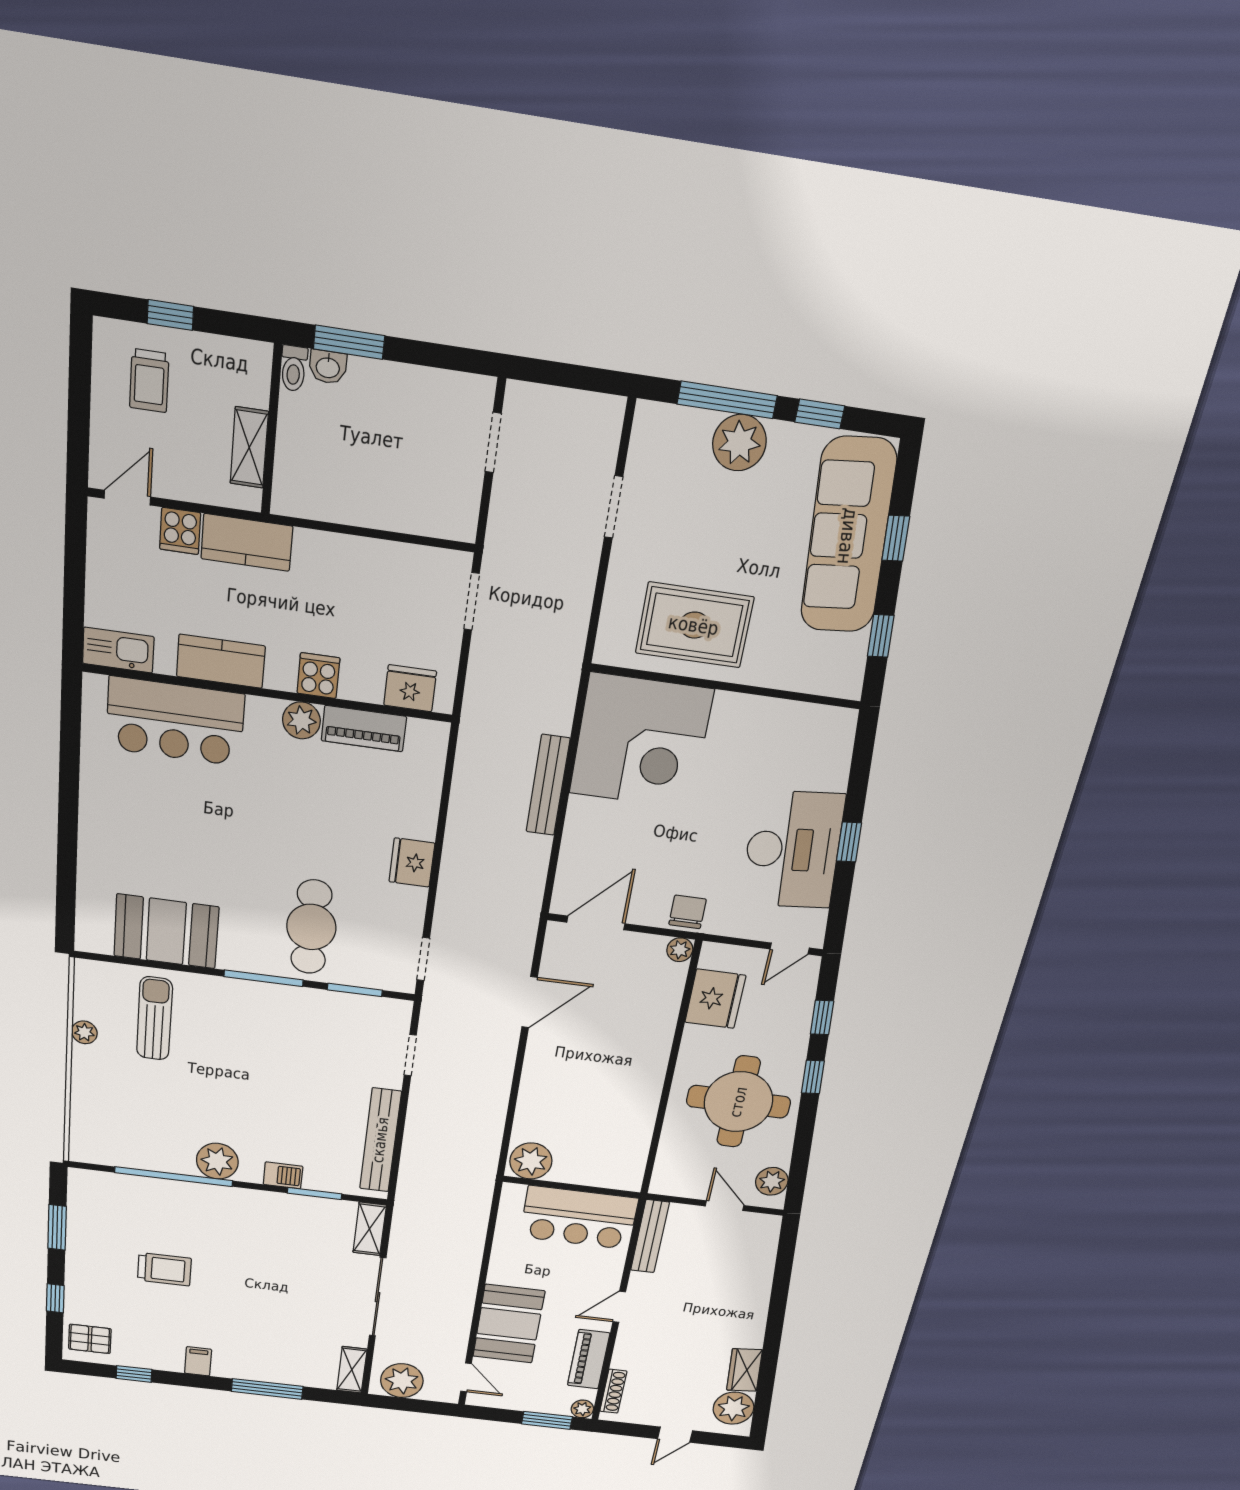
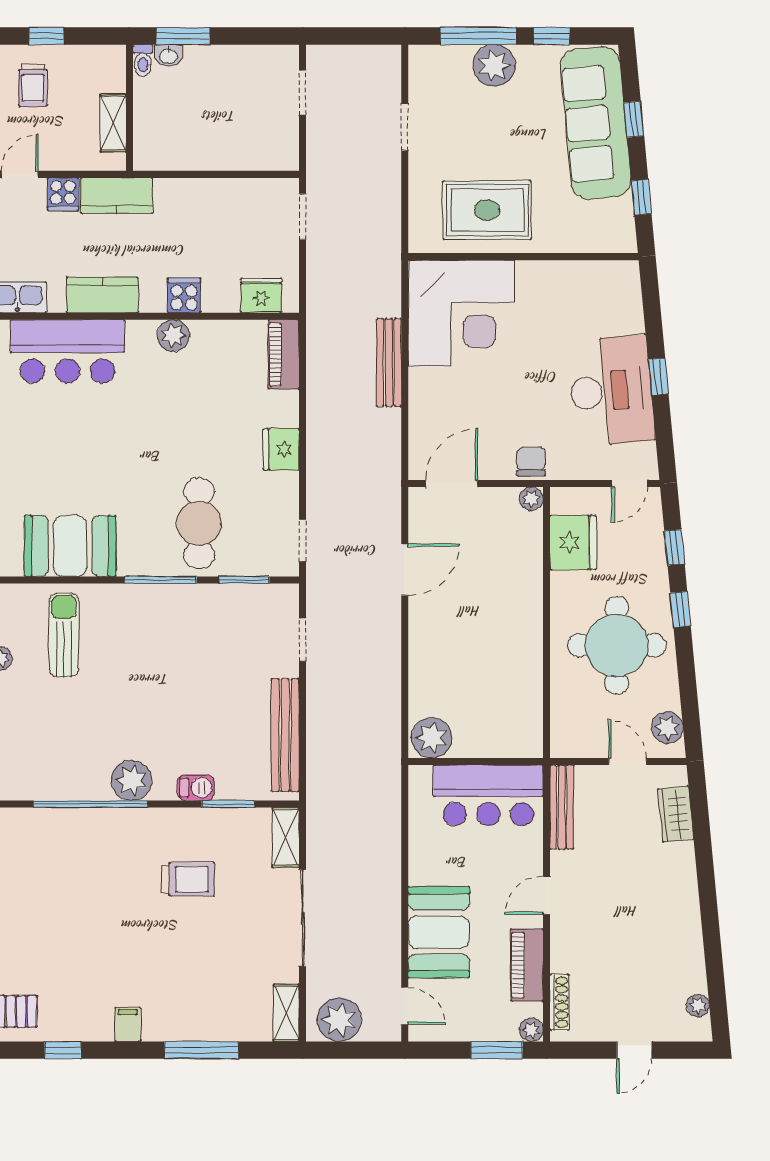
piano: (364, 729) -> (284, 354), moved, turned 90
trolley: (164, 1269) -> (188, 879), moved
wardrobe: (744, 1370) -> (676, 814), moved
plant: (733, 1408) -> (698, 1006), width x0.53, depth x0.53

